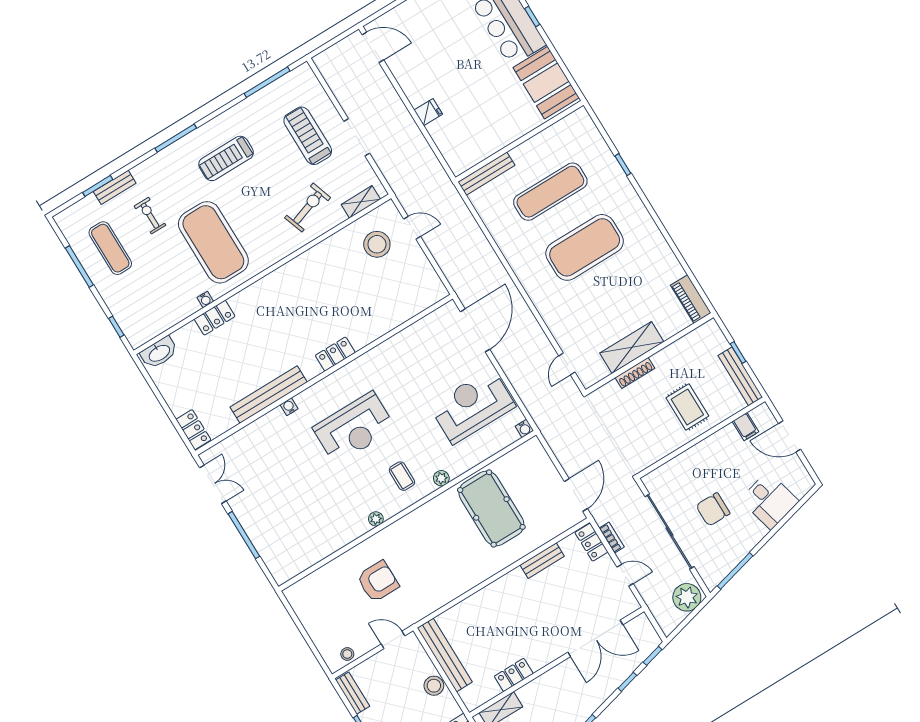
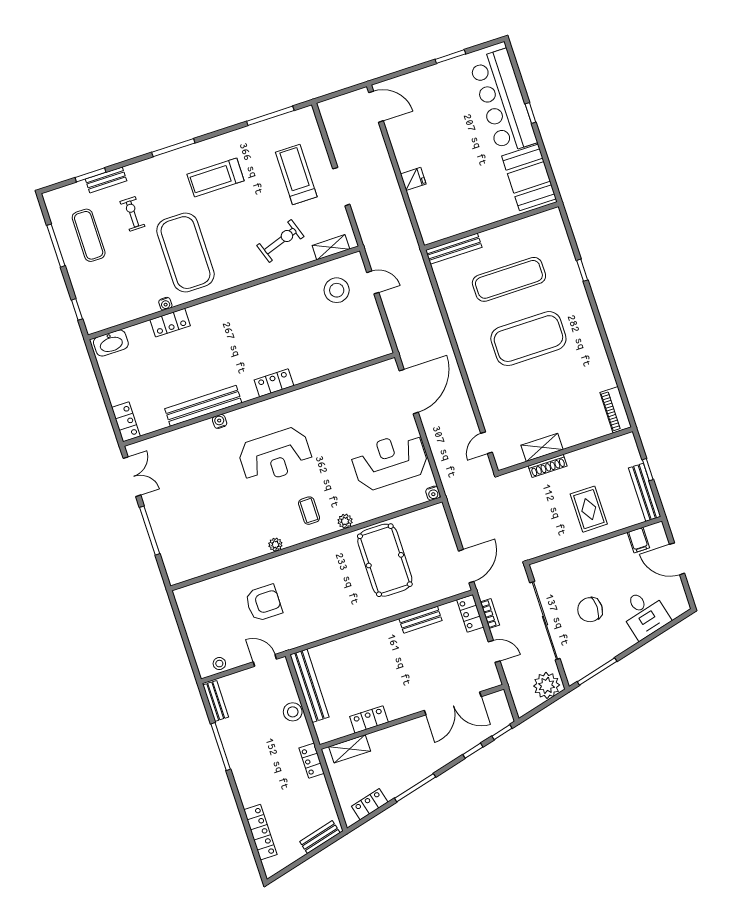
shelving: (632, 347) -> (542, 447), width x0.67, depth x0.75

